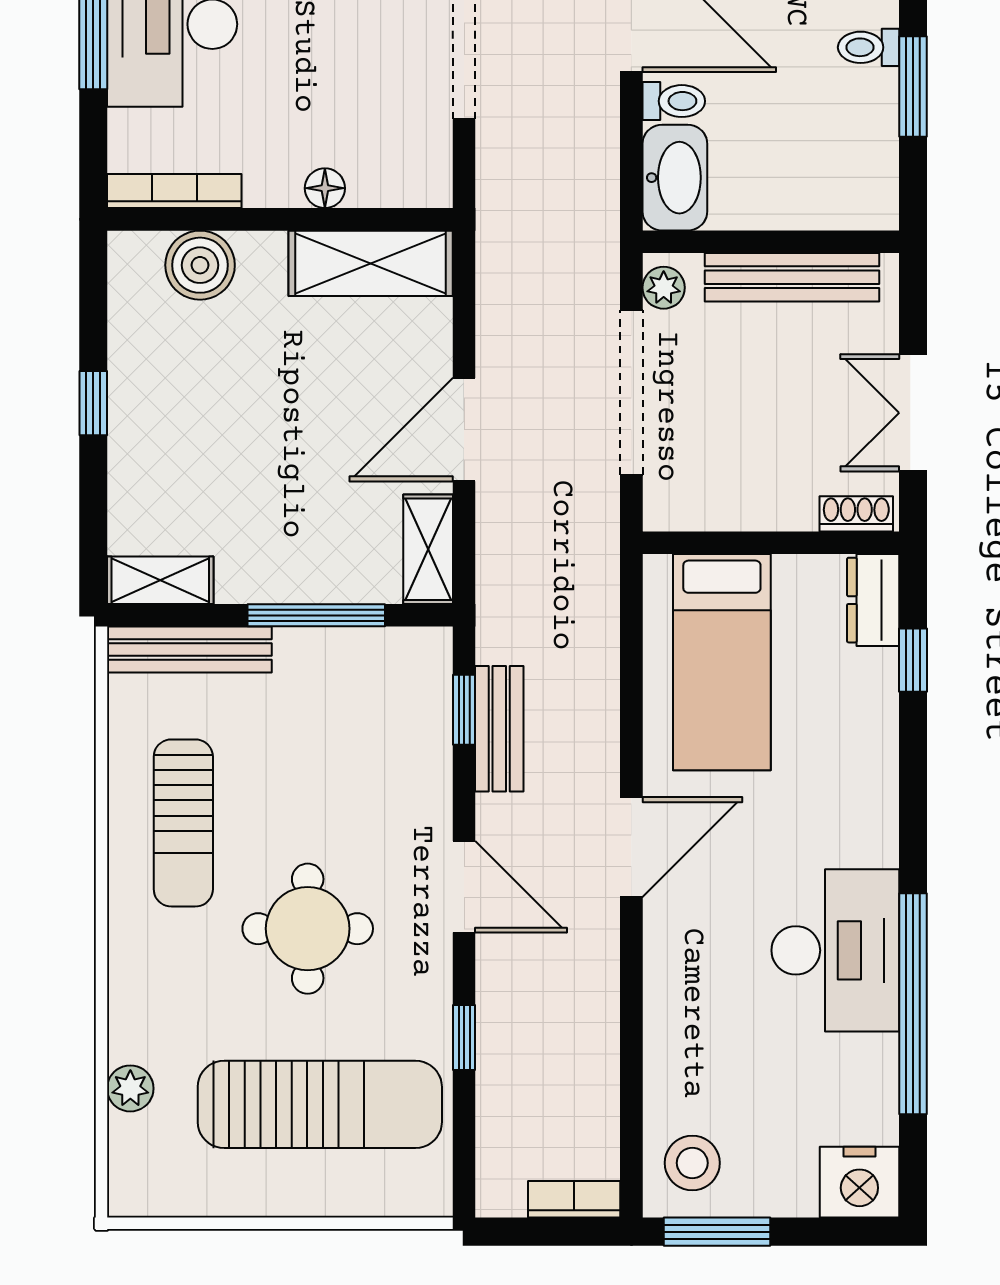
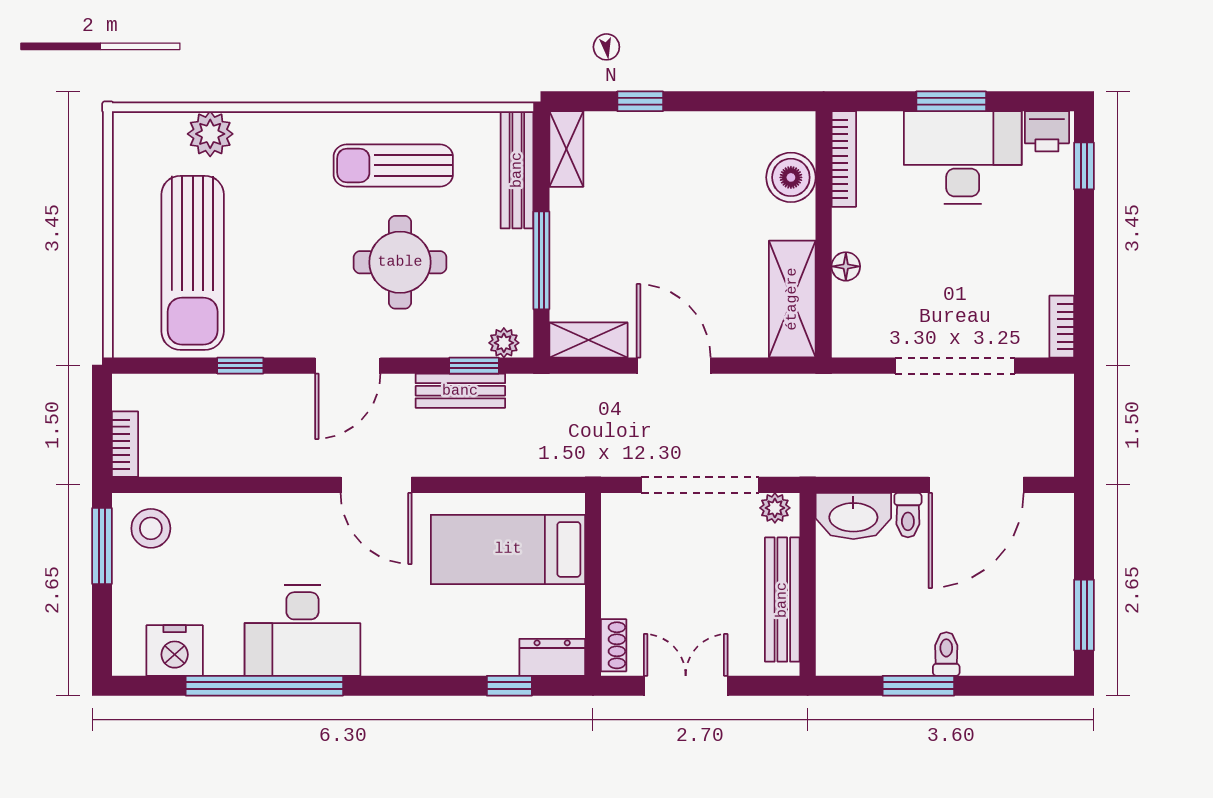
window: (93, 403) -> (640, 101), moved
plant: (432, 668) -> (504, 343), added
round table: (308, 929) -> (400, 262), moved
plant: (130, 1088) -> (210, 134), width x1.38, depth x1.38
nightstand: (859, 1182) -> (175, 650), moved, turned -90

